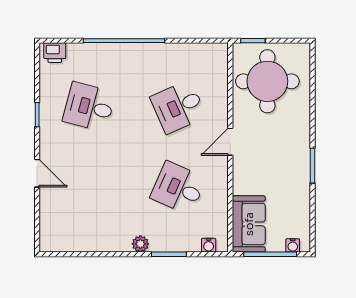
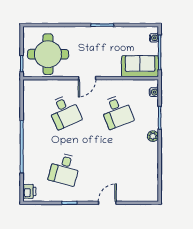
door: (230, 142) -> (87, 78), hinge flipped
desk: (178, 188) -> (117, 112), turned -45

